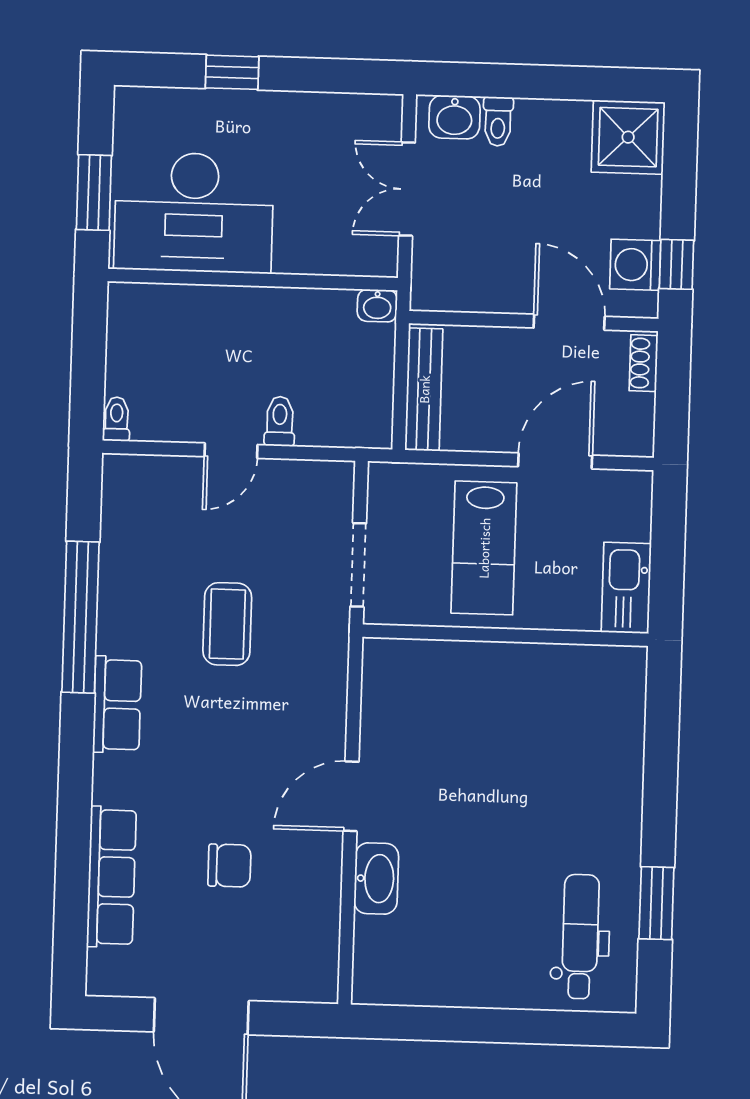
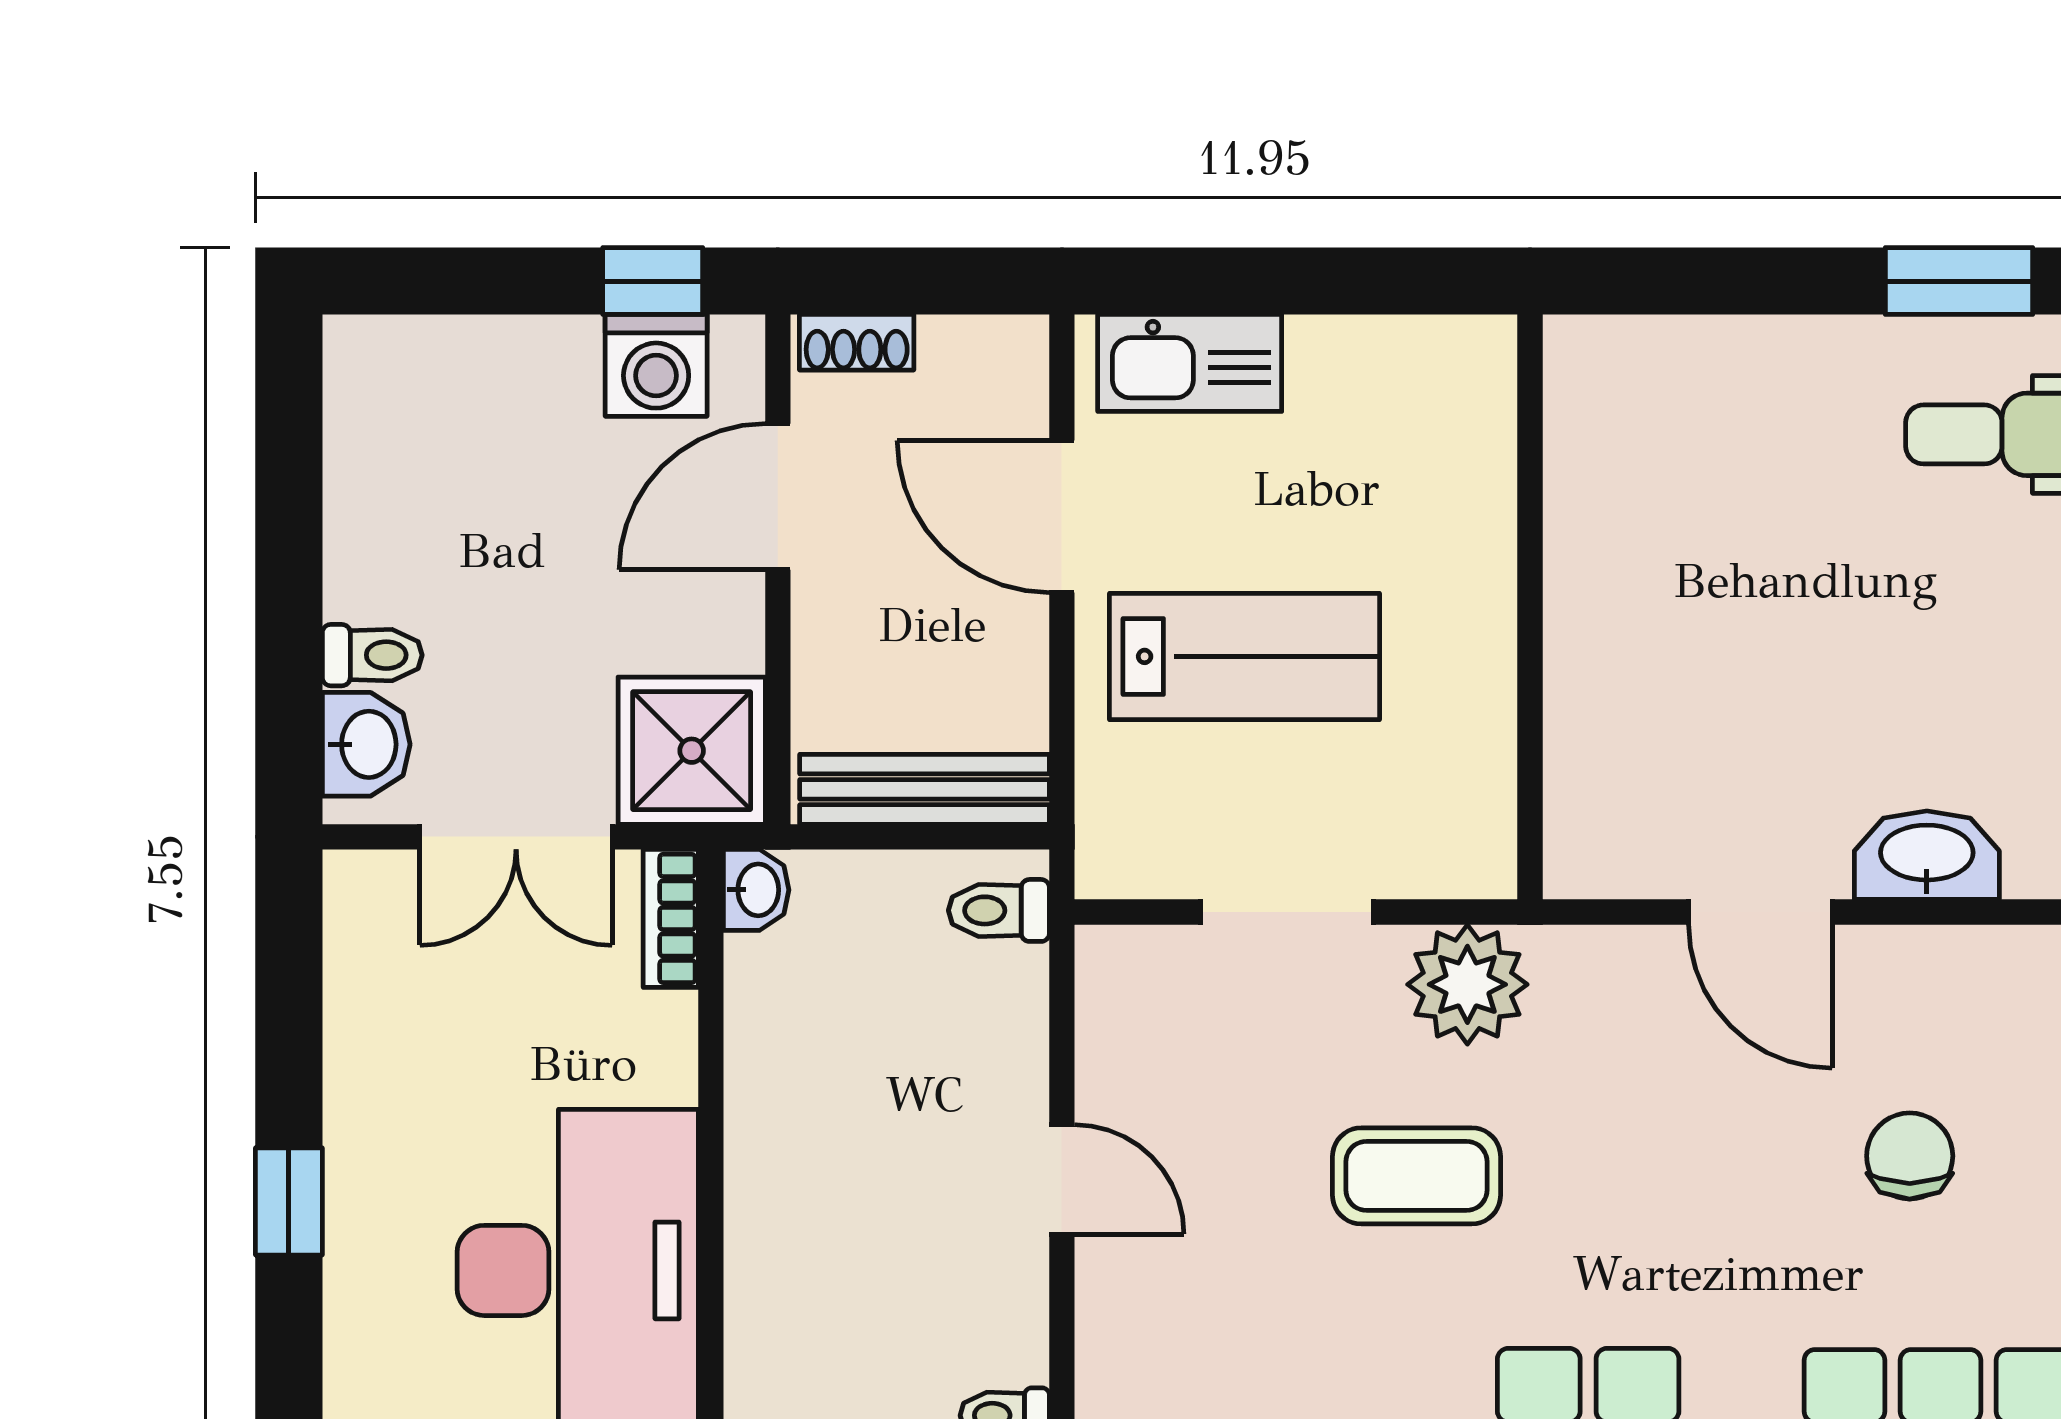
shower: (628, 137) -> (692, 751), moved
bookcase: (365, 263) -> (671, 918), added
toilet: (280, 421) -> (999, 910), moved
kitchen sink: (626, 588) -> (1190, 363), moved
wall: (505, 635) -> (1530, 607), moved
plant: (320, 652) -> (1467, 984), added

